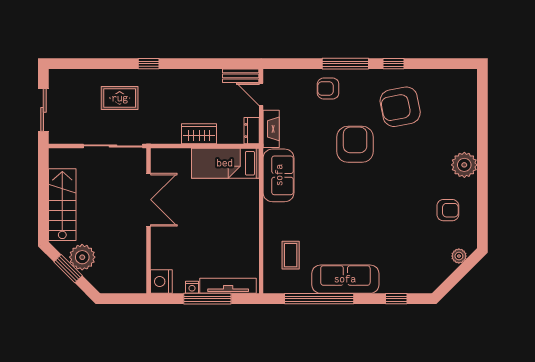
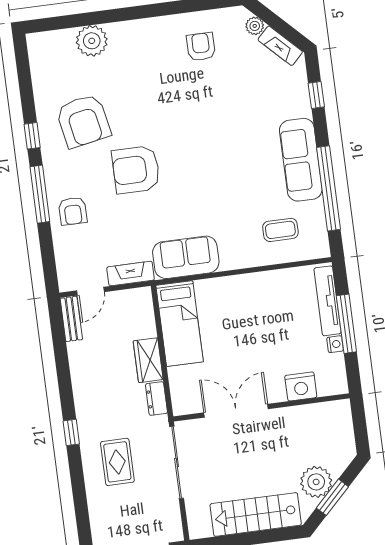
dresser: (252, 131) -> (156, 399), moved, turned 90
plant: (464, 165) -> (92, 41), moved
fireplace: (440, 275) -> (280, 46), added
nightstand: (161, 281) -> (301, 386), moved

